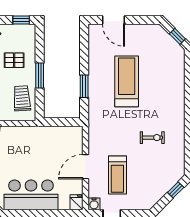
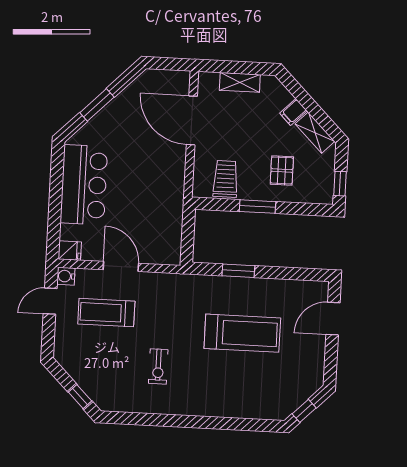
trolley: (22, 98) -> (226, 179), turned -86

